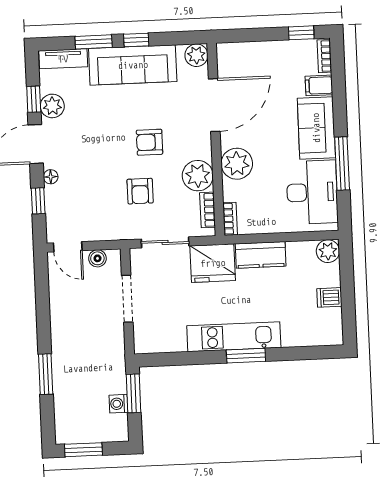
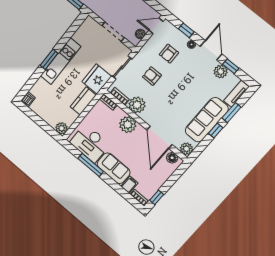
floor lamp: (227, 63) -> (172, 158), added
armchair: (149, 142) -> (169, 54), moved, turned 180
dishwasher: (329, 297) -> (28, 99), moved

